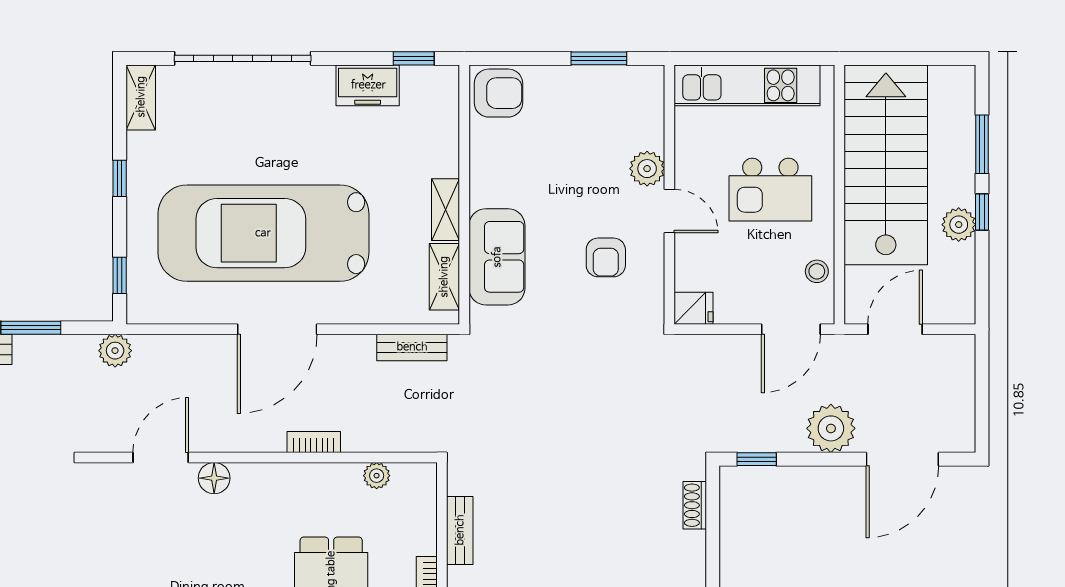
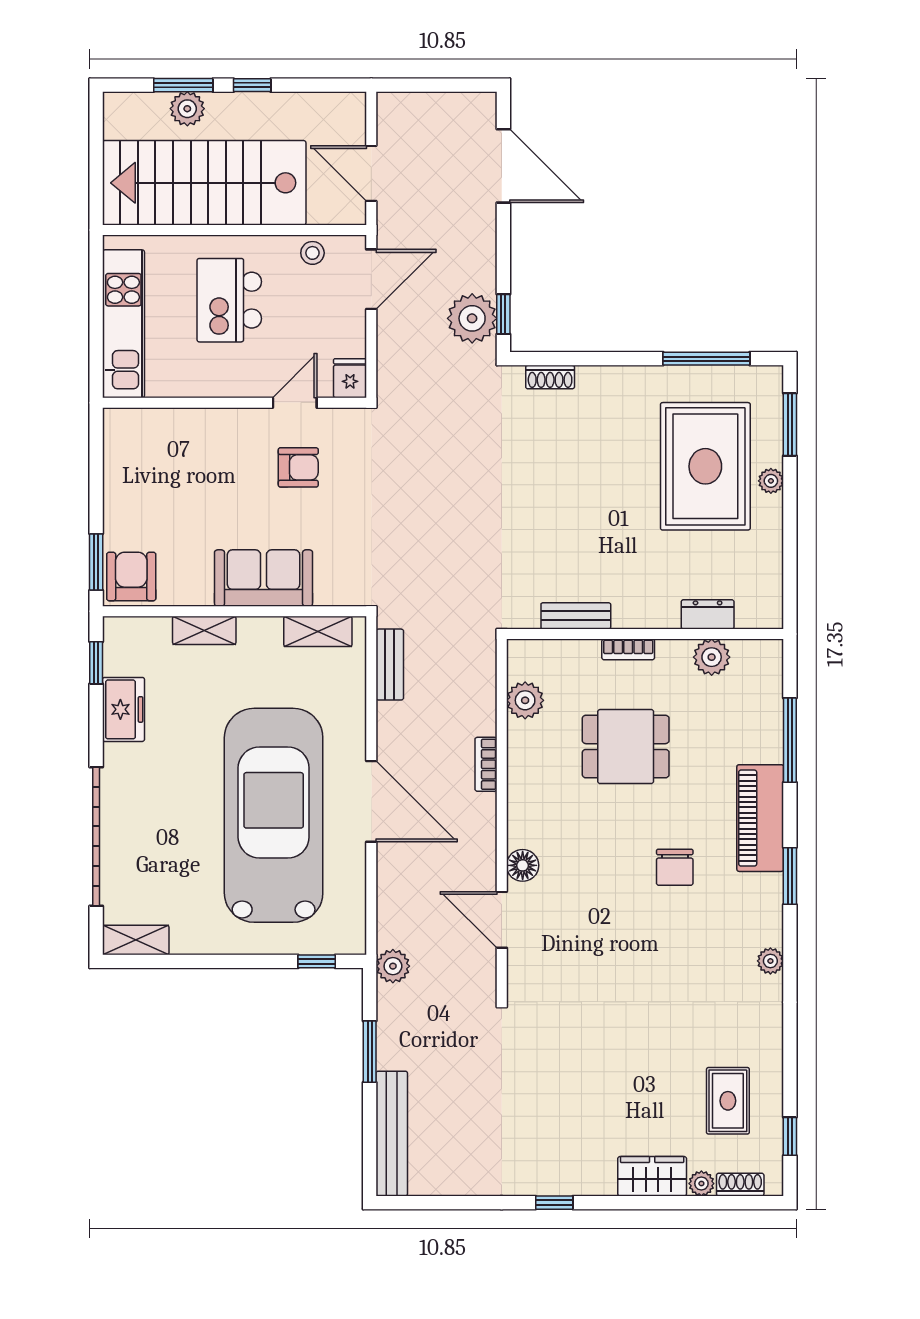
window: (599, 58) -> (96, 562), moved
plant: (647, 169) -> (208, 425), removed
window: (120, 178) -> (218, 961), removed
kitchen island: (770, 190) -> (229, 300), turned 180
shelving: (445, 210) -> (204, 630), moved
door: (669, 211) -> (295, 403), moved
plant: (959, 225) -> (187, 109), moved
car: (263, 233) -> (274, 815), turned 180
sofa: (497, 257) -> (264, 578), moved
door: (791, 329) -> (371, 279), hinge flipped
plant: (831, 428) -> (472, 318), moved
plant: (377, 476) -> (525, 700), width x1.38, depth x1.38

